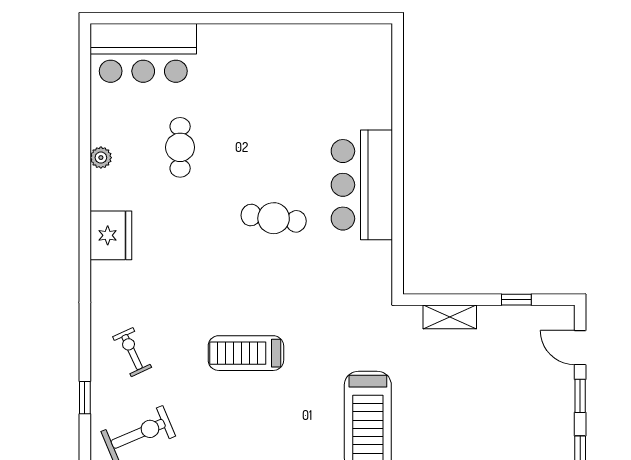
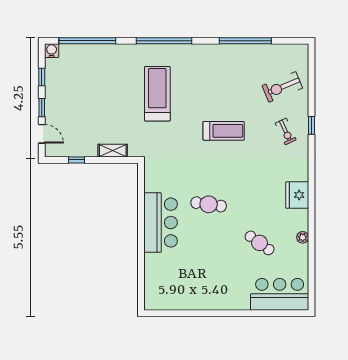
cafe table: (180, 147) -> (260, 243), turned -54
window: (85, 398) -> (311, 125), moved

